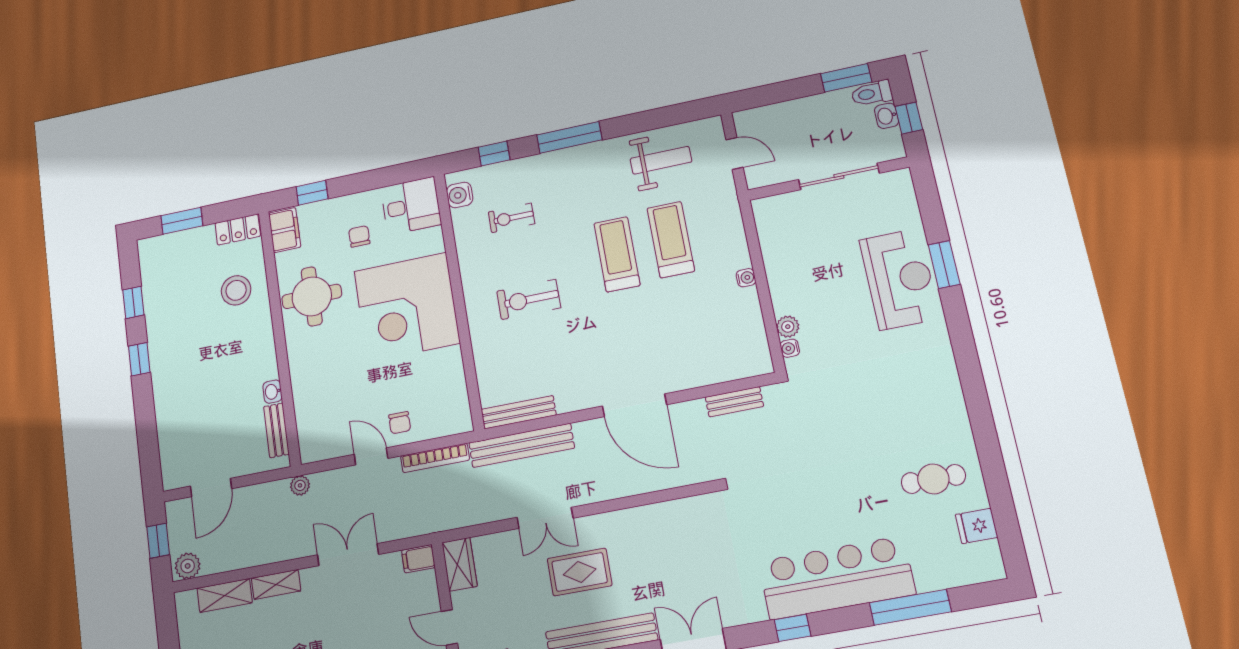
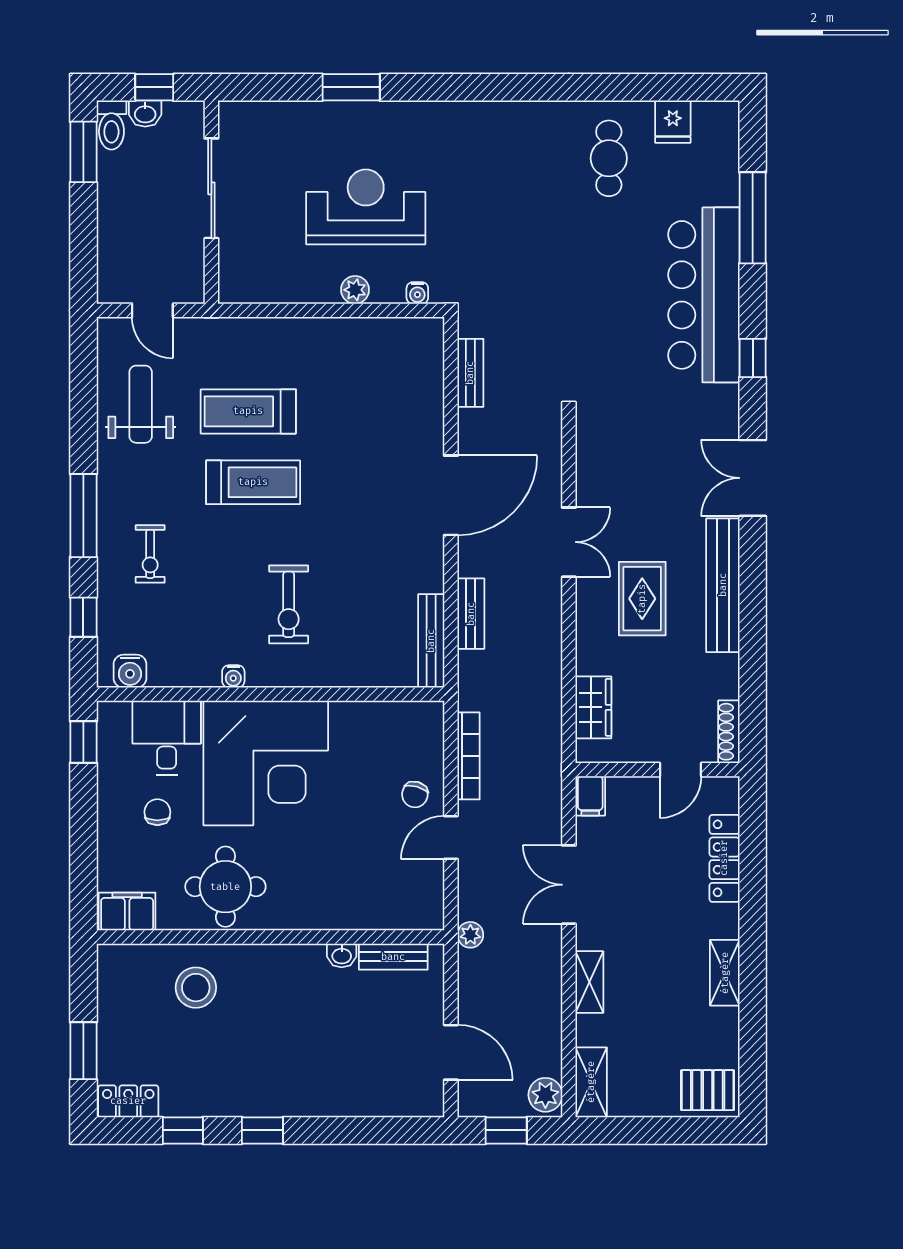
door: (734, 153) -> (152, 310), swing flipped
window: (312, 193) -> (83, 742), moved
desk: (411, 206) -> (167, 738), moved
exercise bike: (511, 218) -> (150, 554), moved
locker: (238, 230) -> (128, 1101), moved, turned -90
chair: (359, 236) -> (157, 812), turned 90
treadmill: (617, 254) -> (253, 482), turned 180
water cooler: (746, 278) -> (233, 676), moved, turned 180
reception desk: (899, 279) -> (366, 207), moved
plant: (788, 327) -> (355, 290), moved
chair: (400, 423) -> (415, 795), turned 106
bench: (522, 445) -> (471, 614), width x0.54, depth x0.82
double door: (545, 518) -> (569, 542), moved
wardrobe: (460, 564) -> (593, 707), moved, turned 90
shelving: (225, 595) -> (591, 1082), moved

